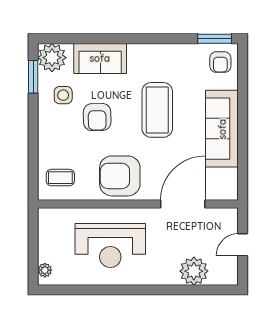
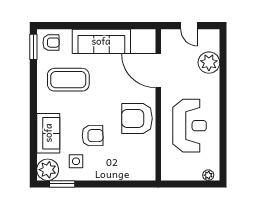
coffee table: (157, 110) -> (68, 80), moved
armchair: (120, 176) -> (137, 118), turned 90
coffee table: (60, 178) -> (138, 163), removed

